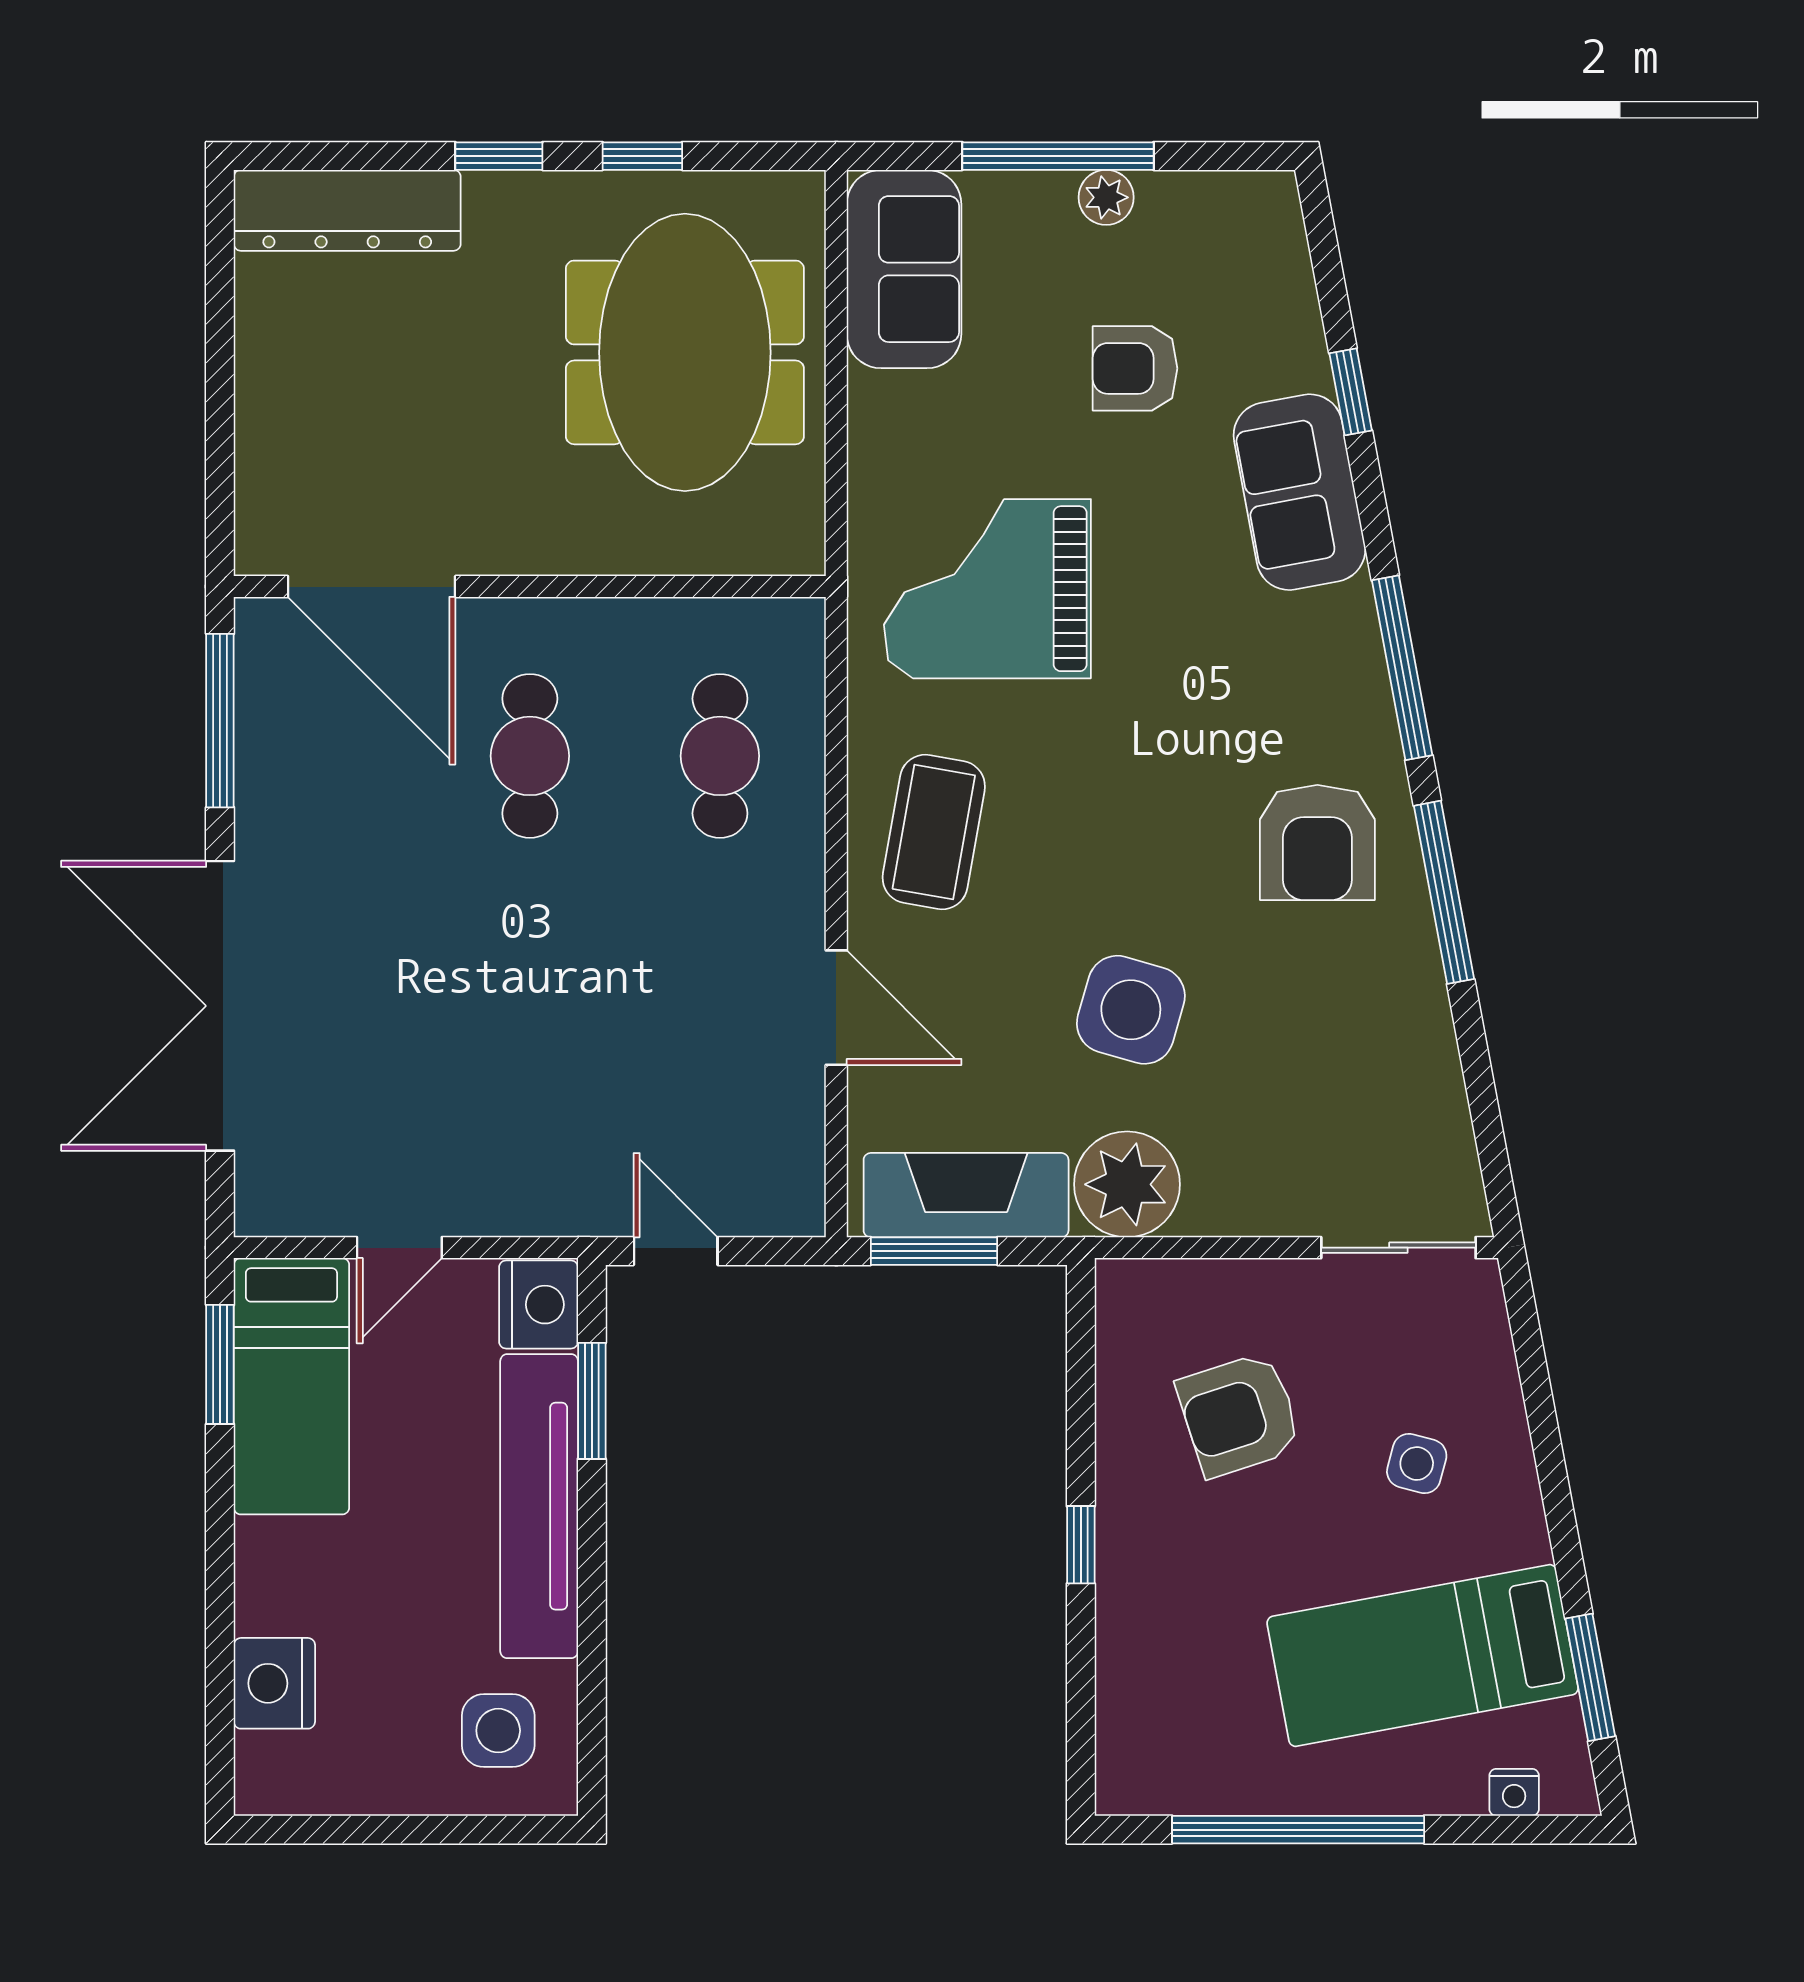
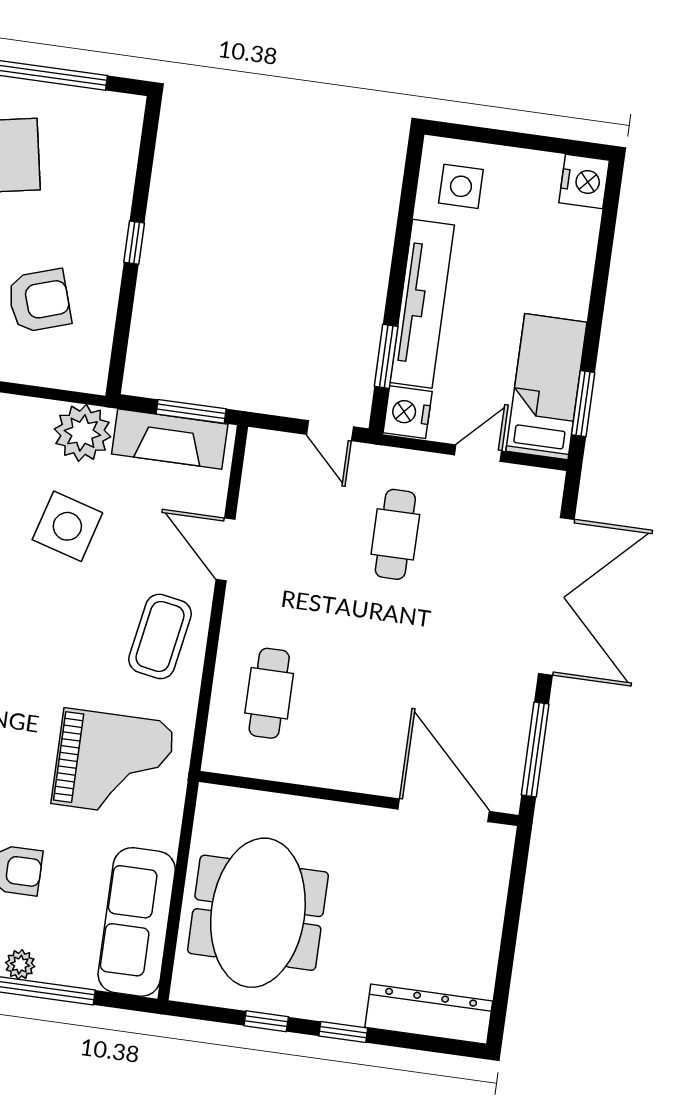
sofa: (904, 269) -> (137, 922), width x1.36
cafe table: (530, 756) -> (395, 534), moved
nightstand: (274, 1683) -> (584, 182), moved

